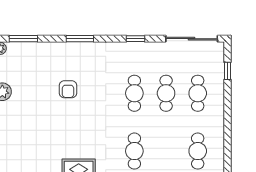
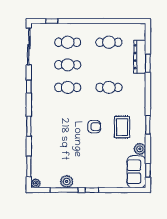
armchair: (68, 89) -> (94, 127), moved

